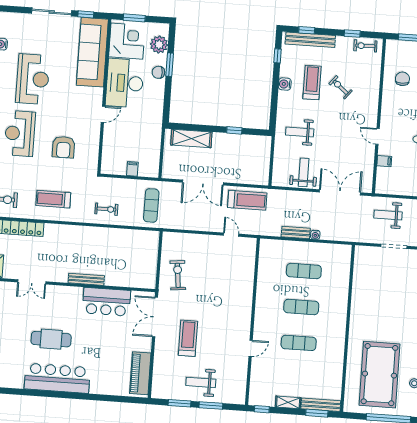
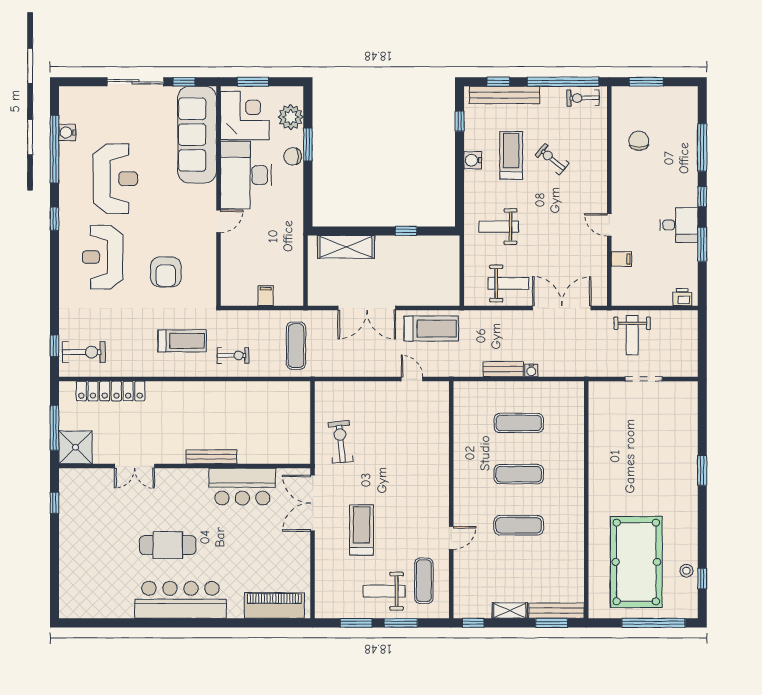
window: (352, 33) -> (563, 82), width x3.17
weight bench: (304, 172) -> (508, 283), turned 90
treadmill: (53, 199) -> (182, 341), moved, turned 180
weight bench: (388, 215) -> (632, 335), turned -90
piano: (140, 373) -> (274, 605), moved, turned 90
exercise mat: (229, 377) -> (424, 581), added

